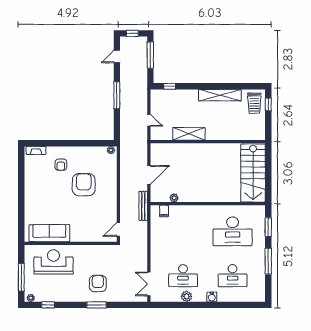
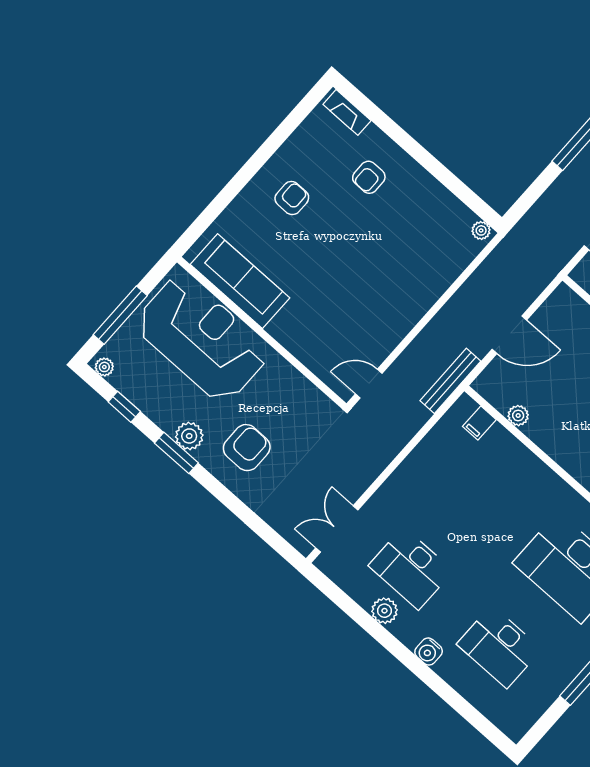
armchair: (84, 185) -> (292, 198), moved, width x0.53, depth x0.53
reception desk: (53, 262) -> (202, 339), width x1.36, depth x1.30
plant: (77, 296) -> (189, 436), added
window: (97, 305) -> (176, 453), moved

